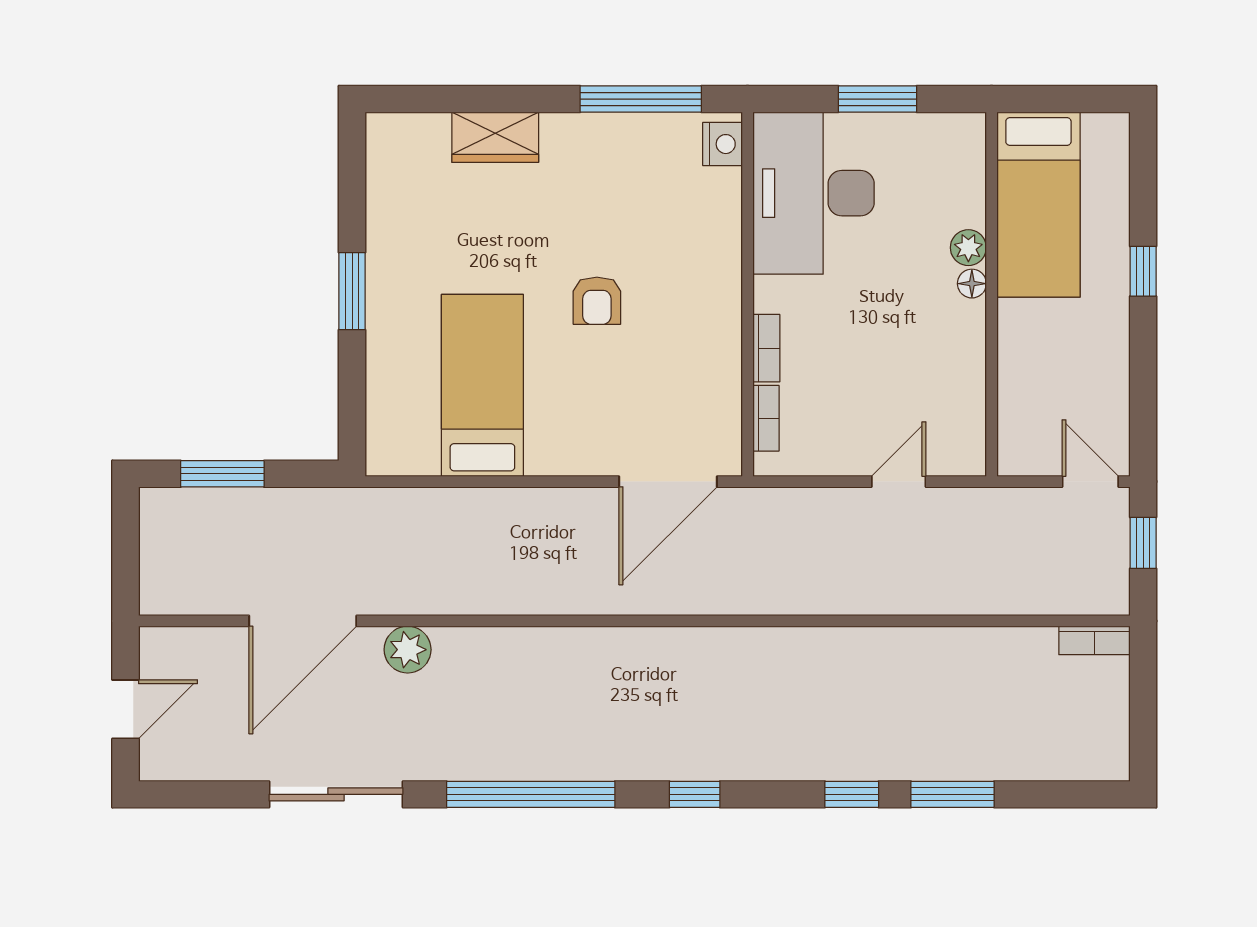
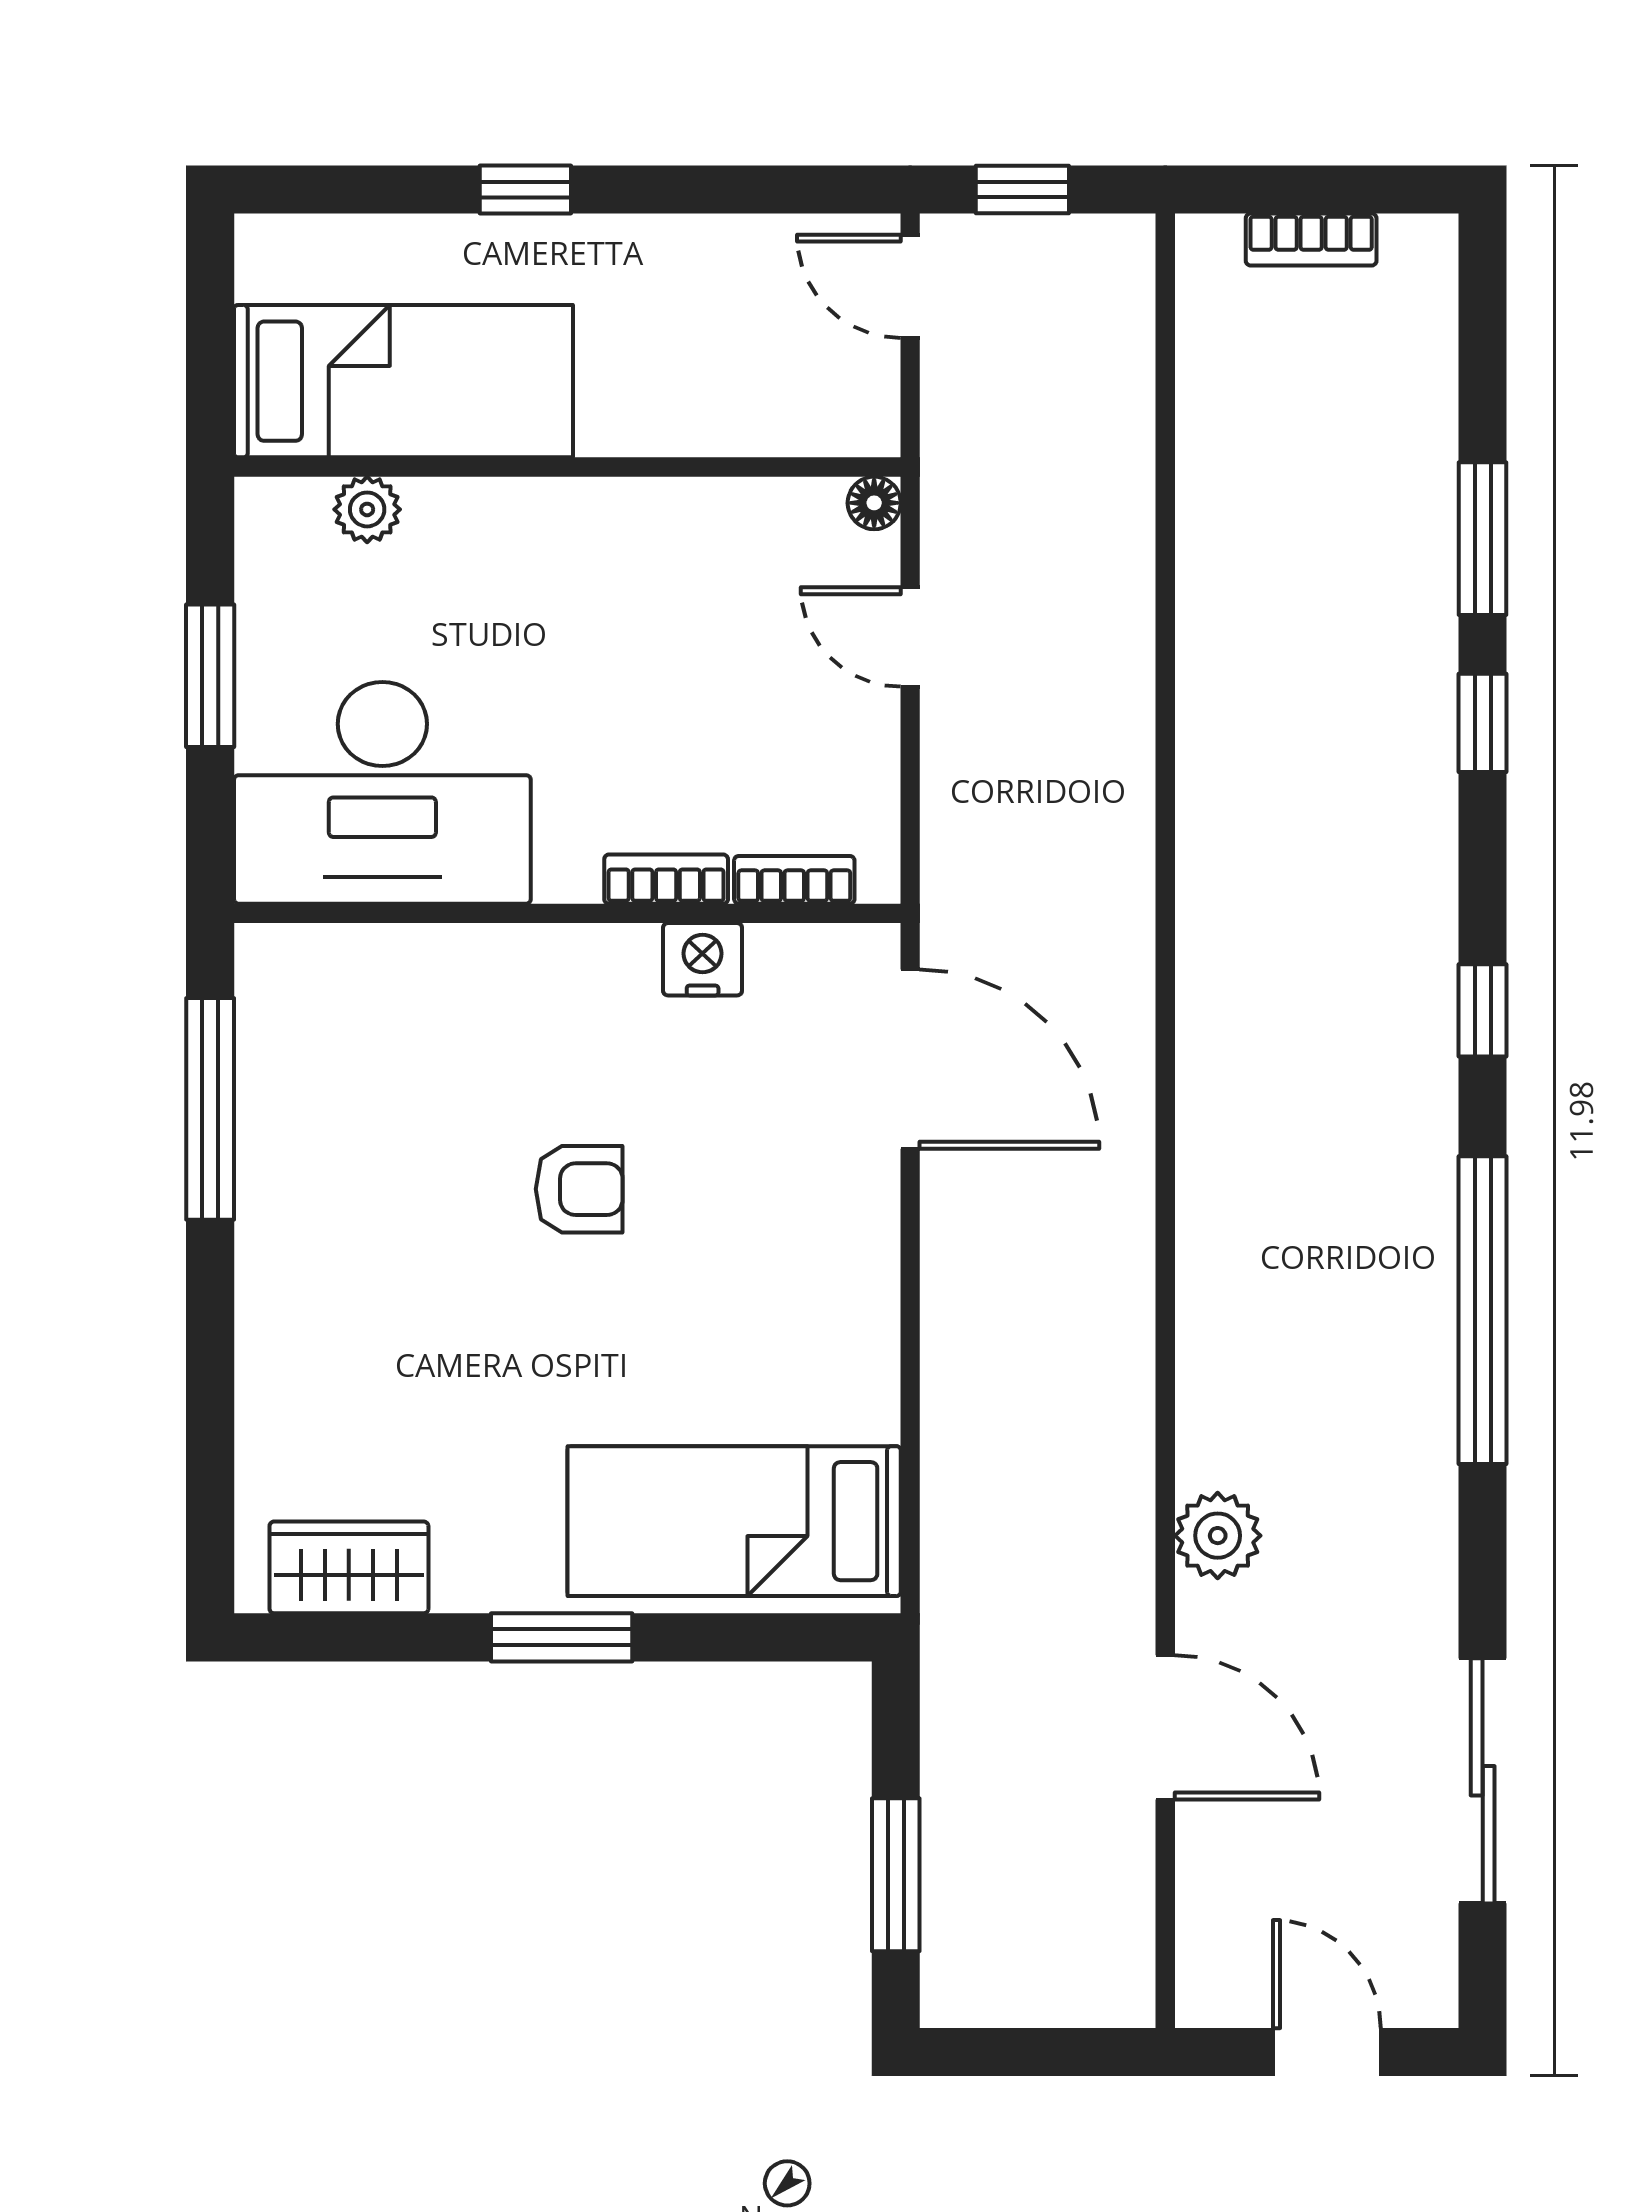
wardrobe: (495, 137) -> (349, 1567), moved, turned -90
nightstand: (723, 144) -> (703, 959), moved
plant: (968, 248) -> (367, 509), moved
floor lamp: (972, 284) -> (874, 503), moved
bed: (482, 385) -> (734, 1521), moved
door: (1090, 482) -> (910, 286), hinge flipped
door: (303, 621) -> (1165, 1727), width x0.73
bookcase: (1094, 640) -> (1311, 240), moved, turned 90
sliding door: (336, 794) -> (1483, 1781), moved

